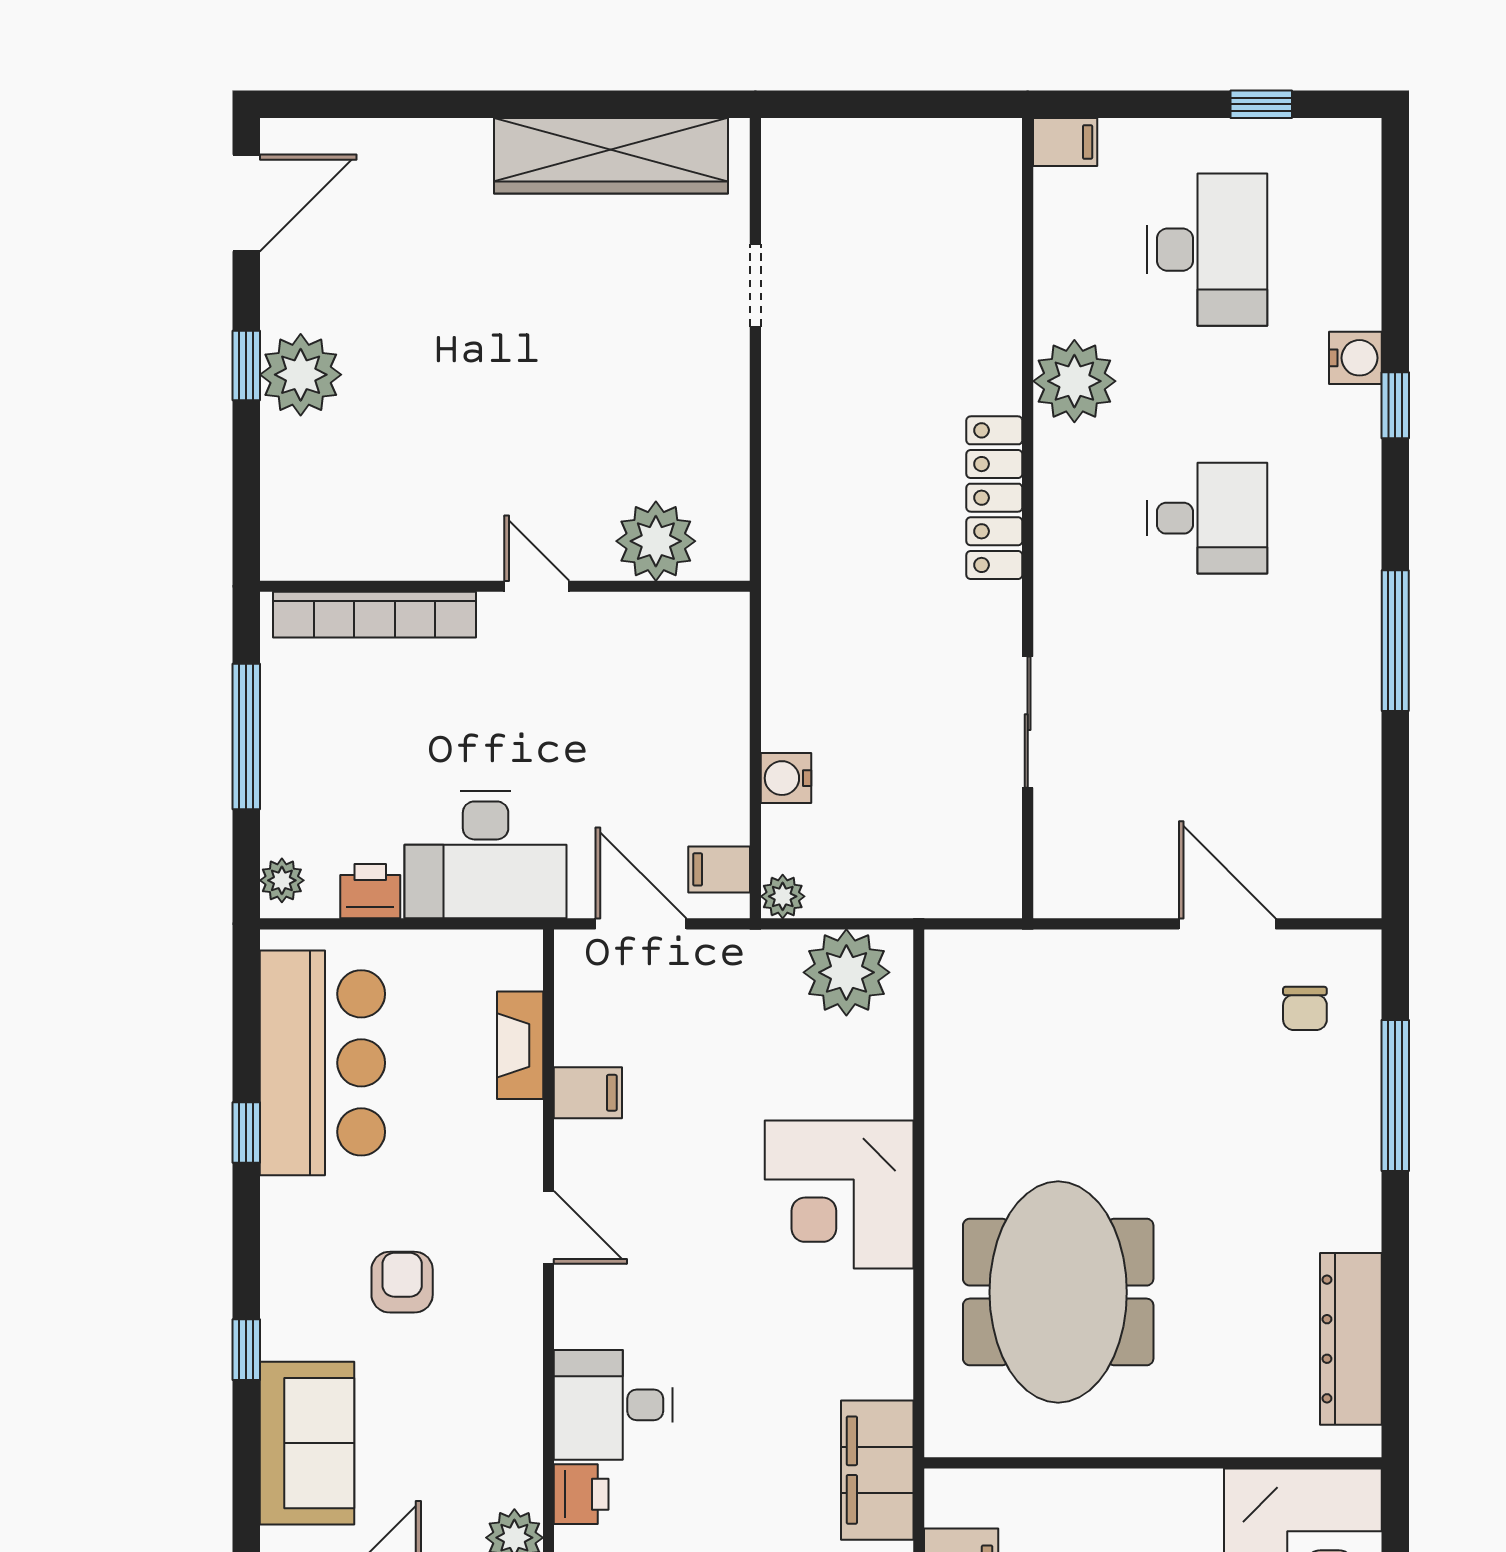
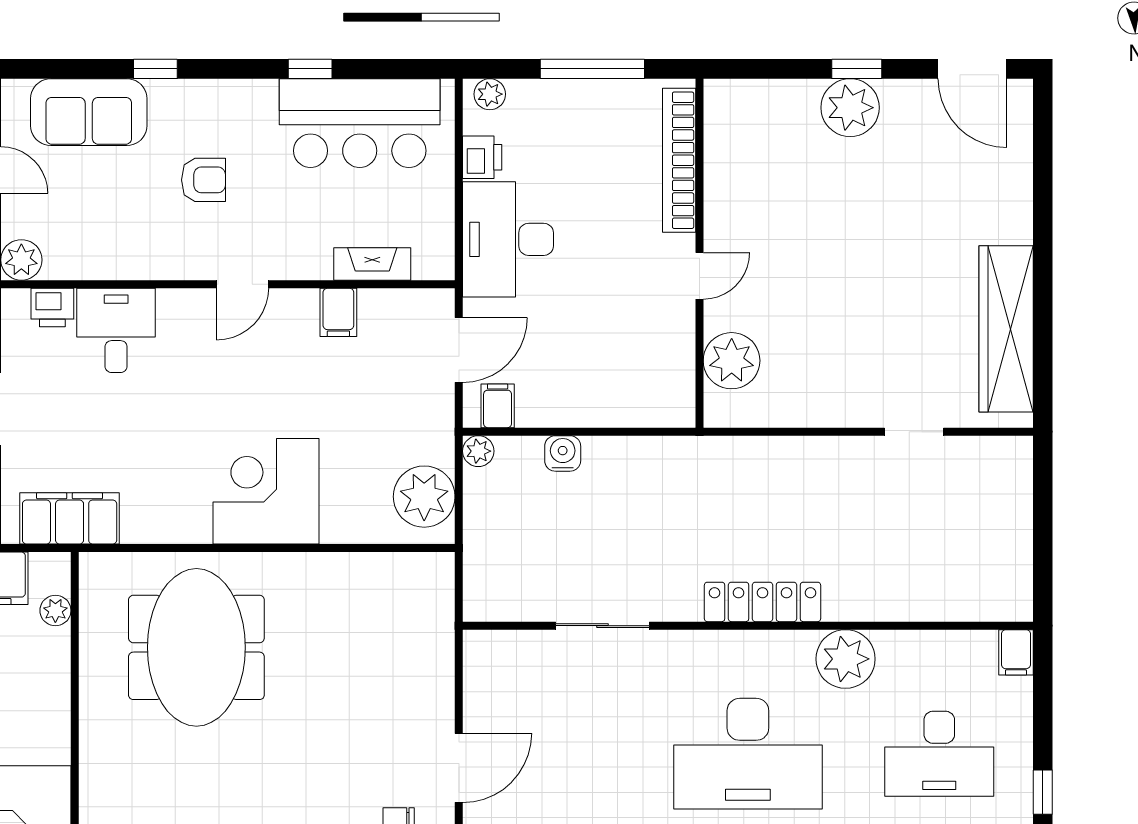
desk: (1207, 518) -> (748, 754), width x1.87, depth x1.30
meeting table: (1058, 1292) -> (196, 647), turned 90
plant: (1006, 1490) -> (55, 611), added

